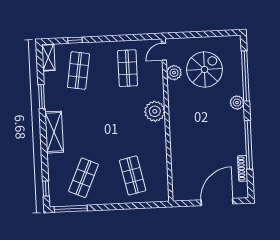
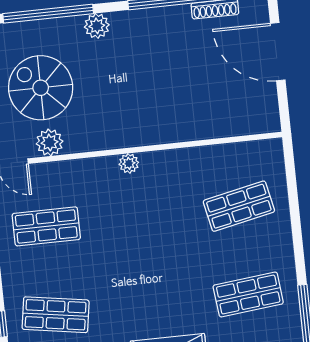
plant: (155, 111) -> (129, 163), width x0.53, depth x0.53
shop shelf: (83, 178) -> (248, 294), turned -30

